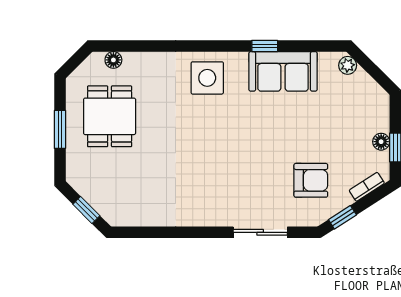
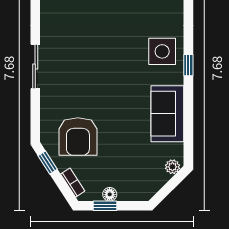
window: (265, 46) -> (188, 65), moved
armchair: (311, 180) -> (78, 137), width x1.36, depth x1.36
sliding door: (260, 232) -> (35, 67), moved

